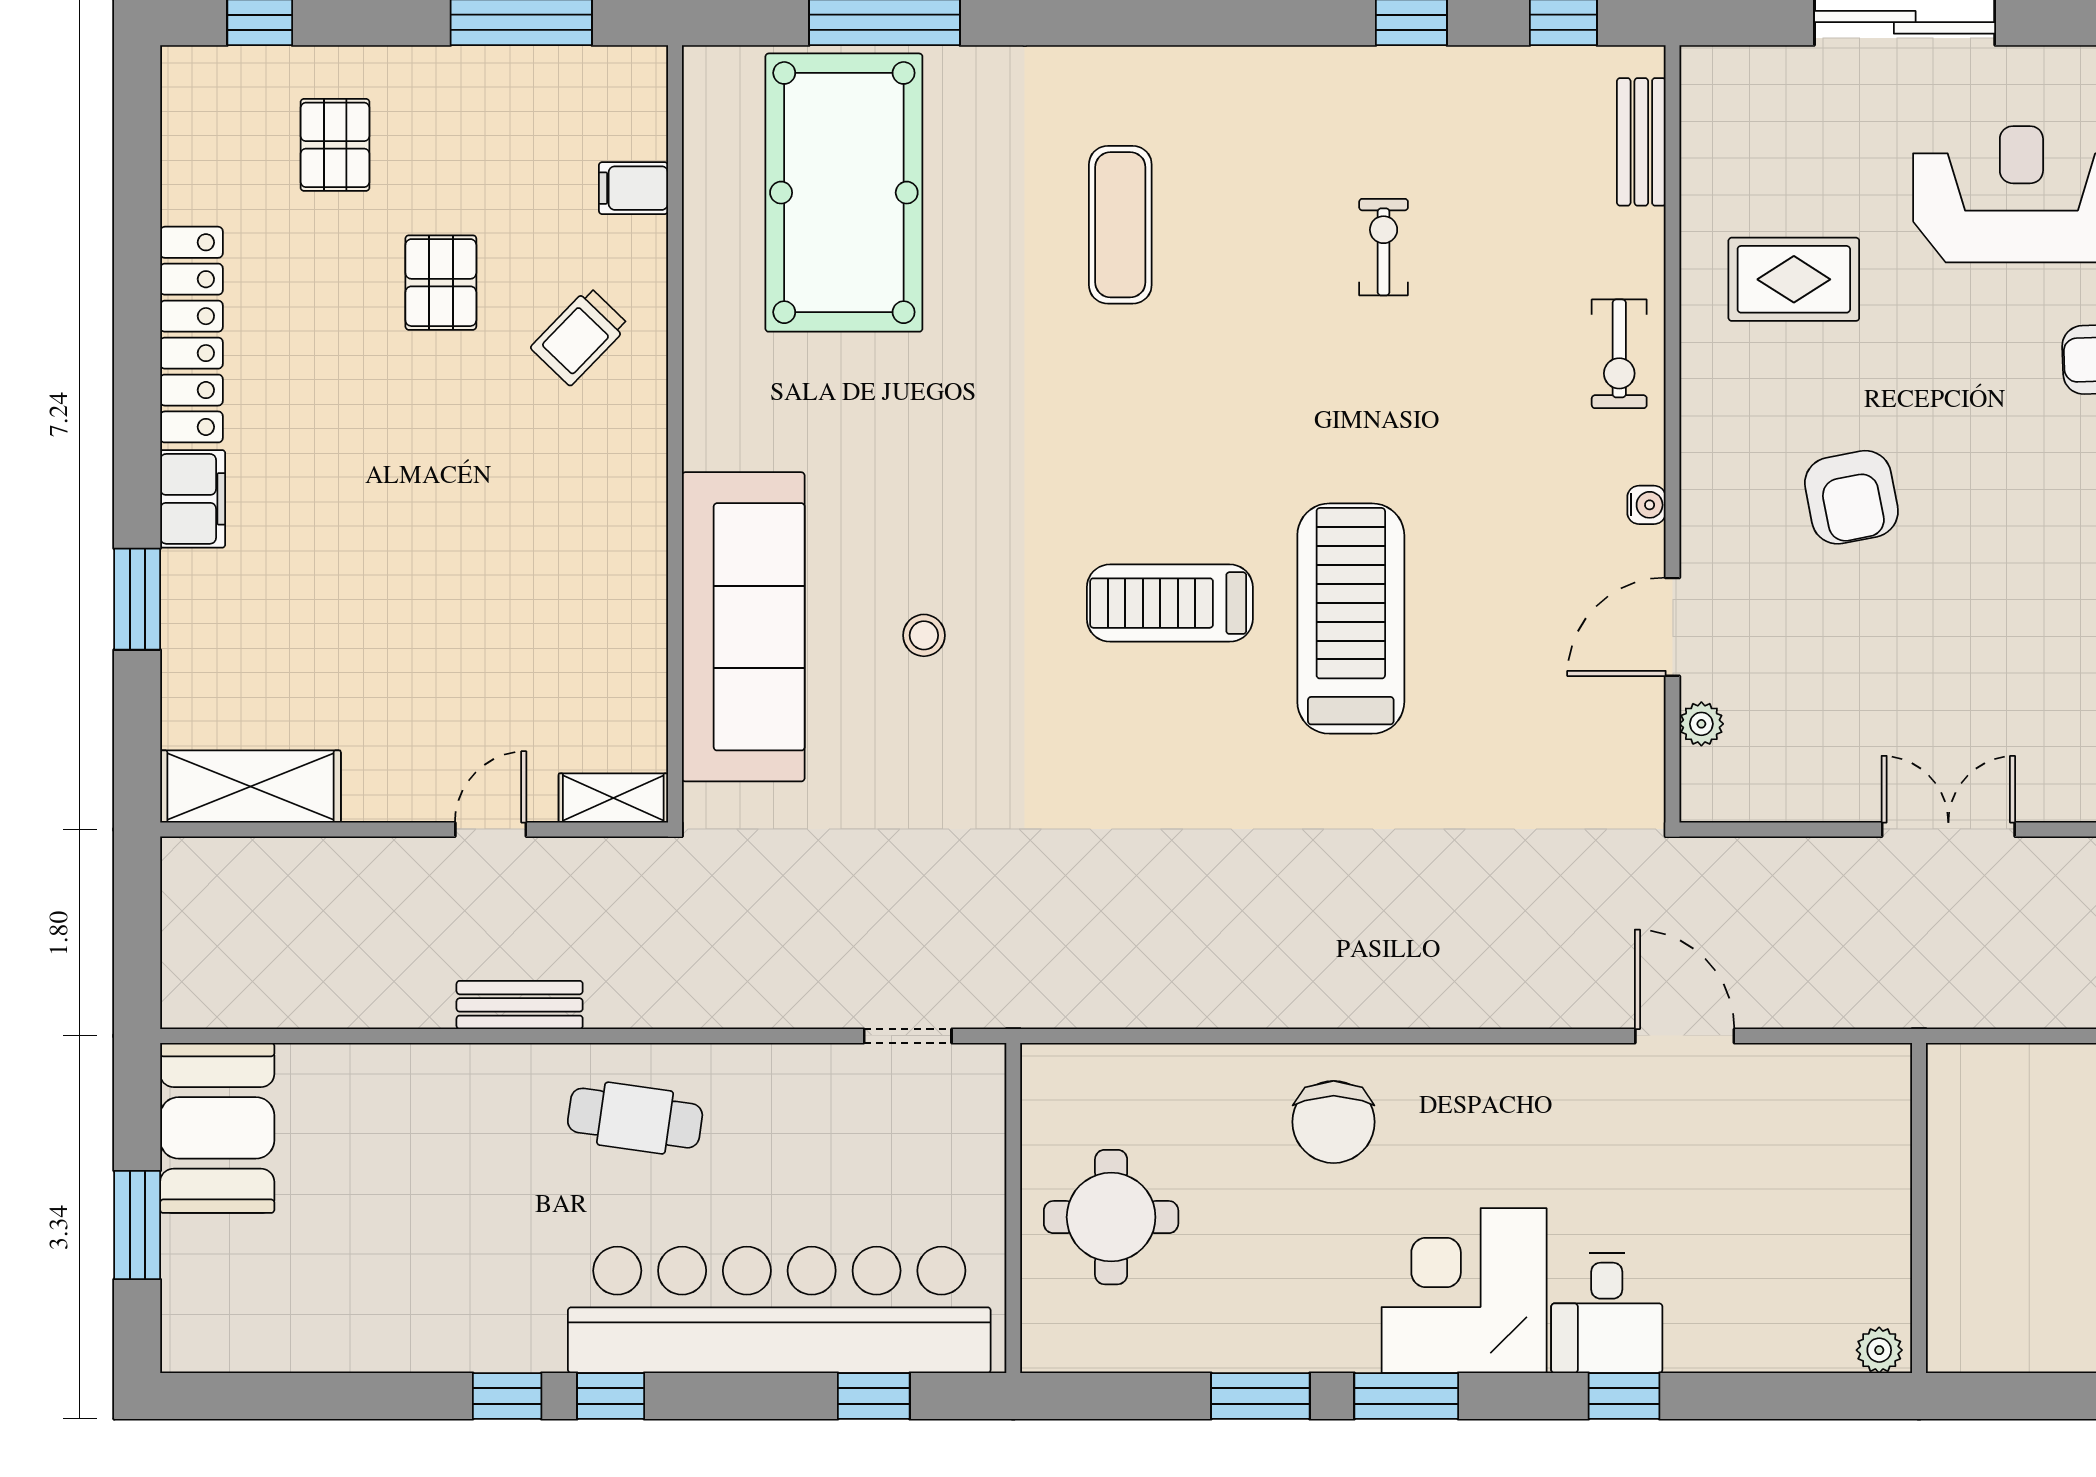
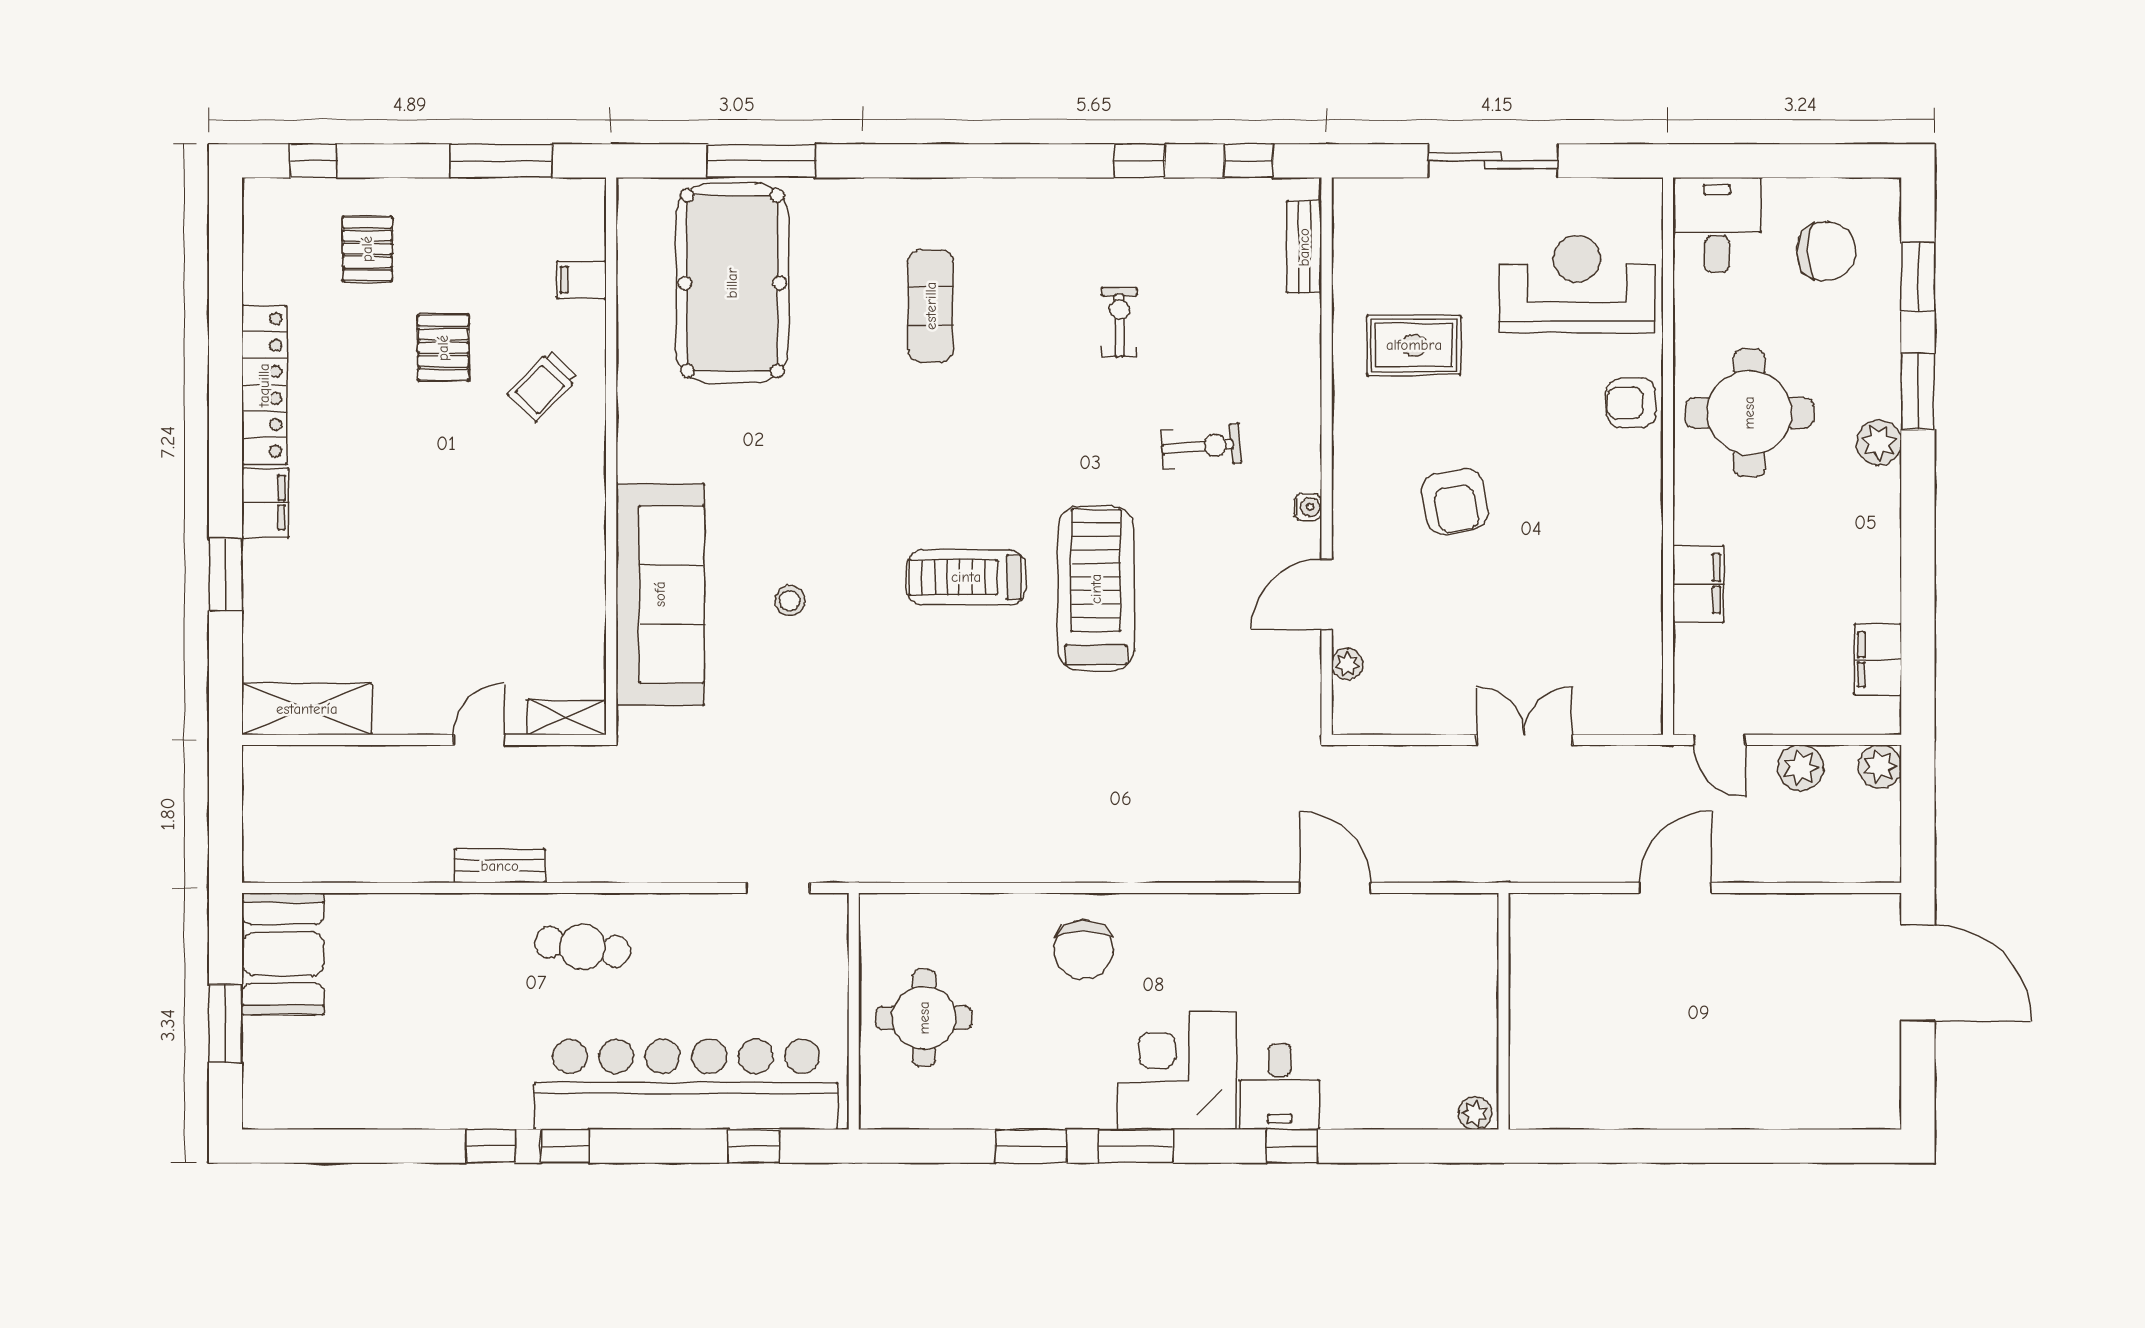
exercise bike: (1619, 354) -> (1201, 446), moved, turned -95

